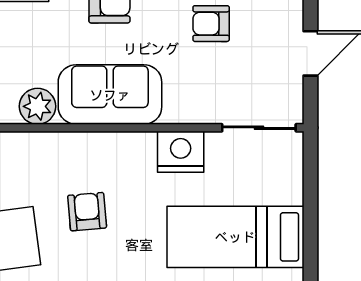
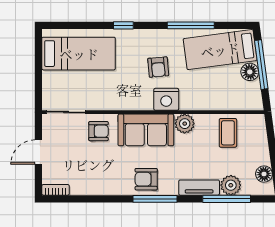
armchair: (211, 24) -> (99, 131), moved
nightstand: (181, 152) -> (166, 99), moved

